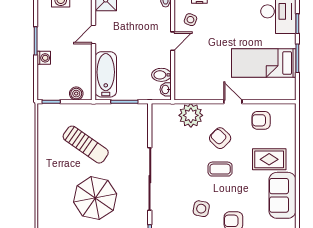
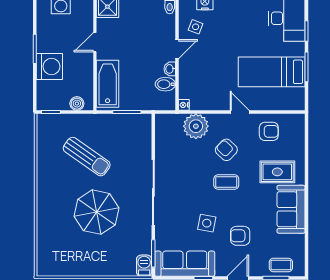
washing machine: (44, 58) -> (49, 66), width x1.89, depth x1.89
washbasin: (166, 89) -> (170, 69), moved
nightstand: (179, 95) -> (184, 105), added
armchair: (261, 120) -> (269, 131), turned 180

